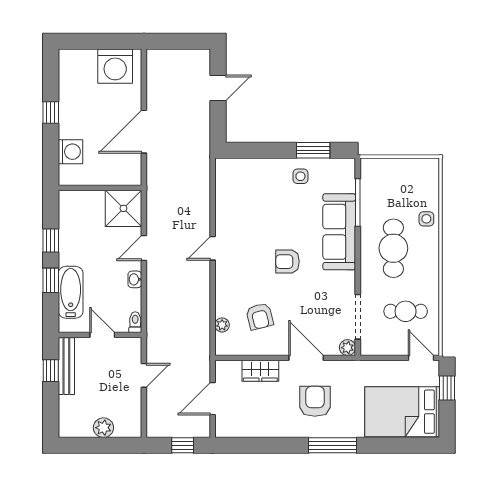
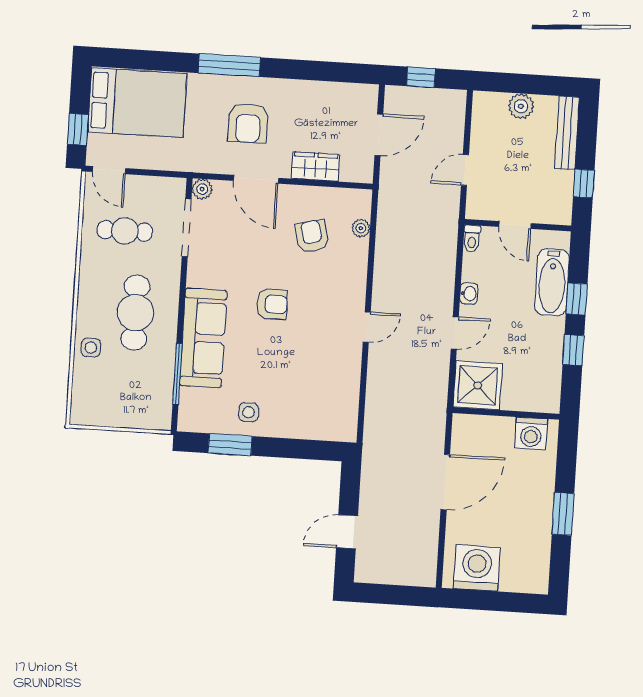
window: (51, 113) -> (563, 514), width x1.50
washing machine: (70, 152) -> (531, 433), moved, turned -90
bench: (66, 366) -> (567, 133), moved

